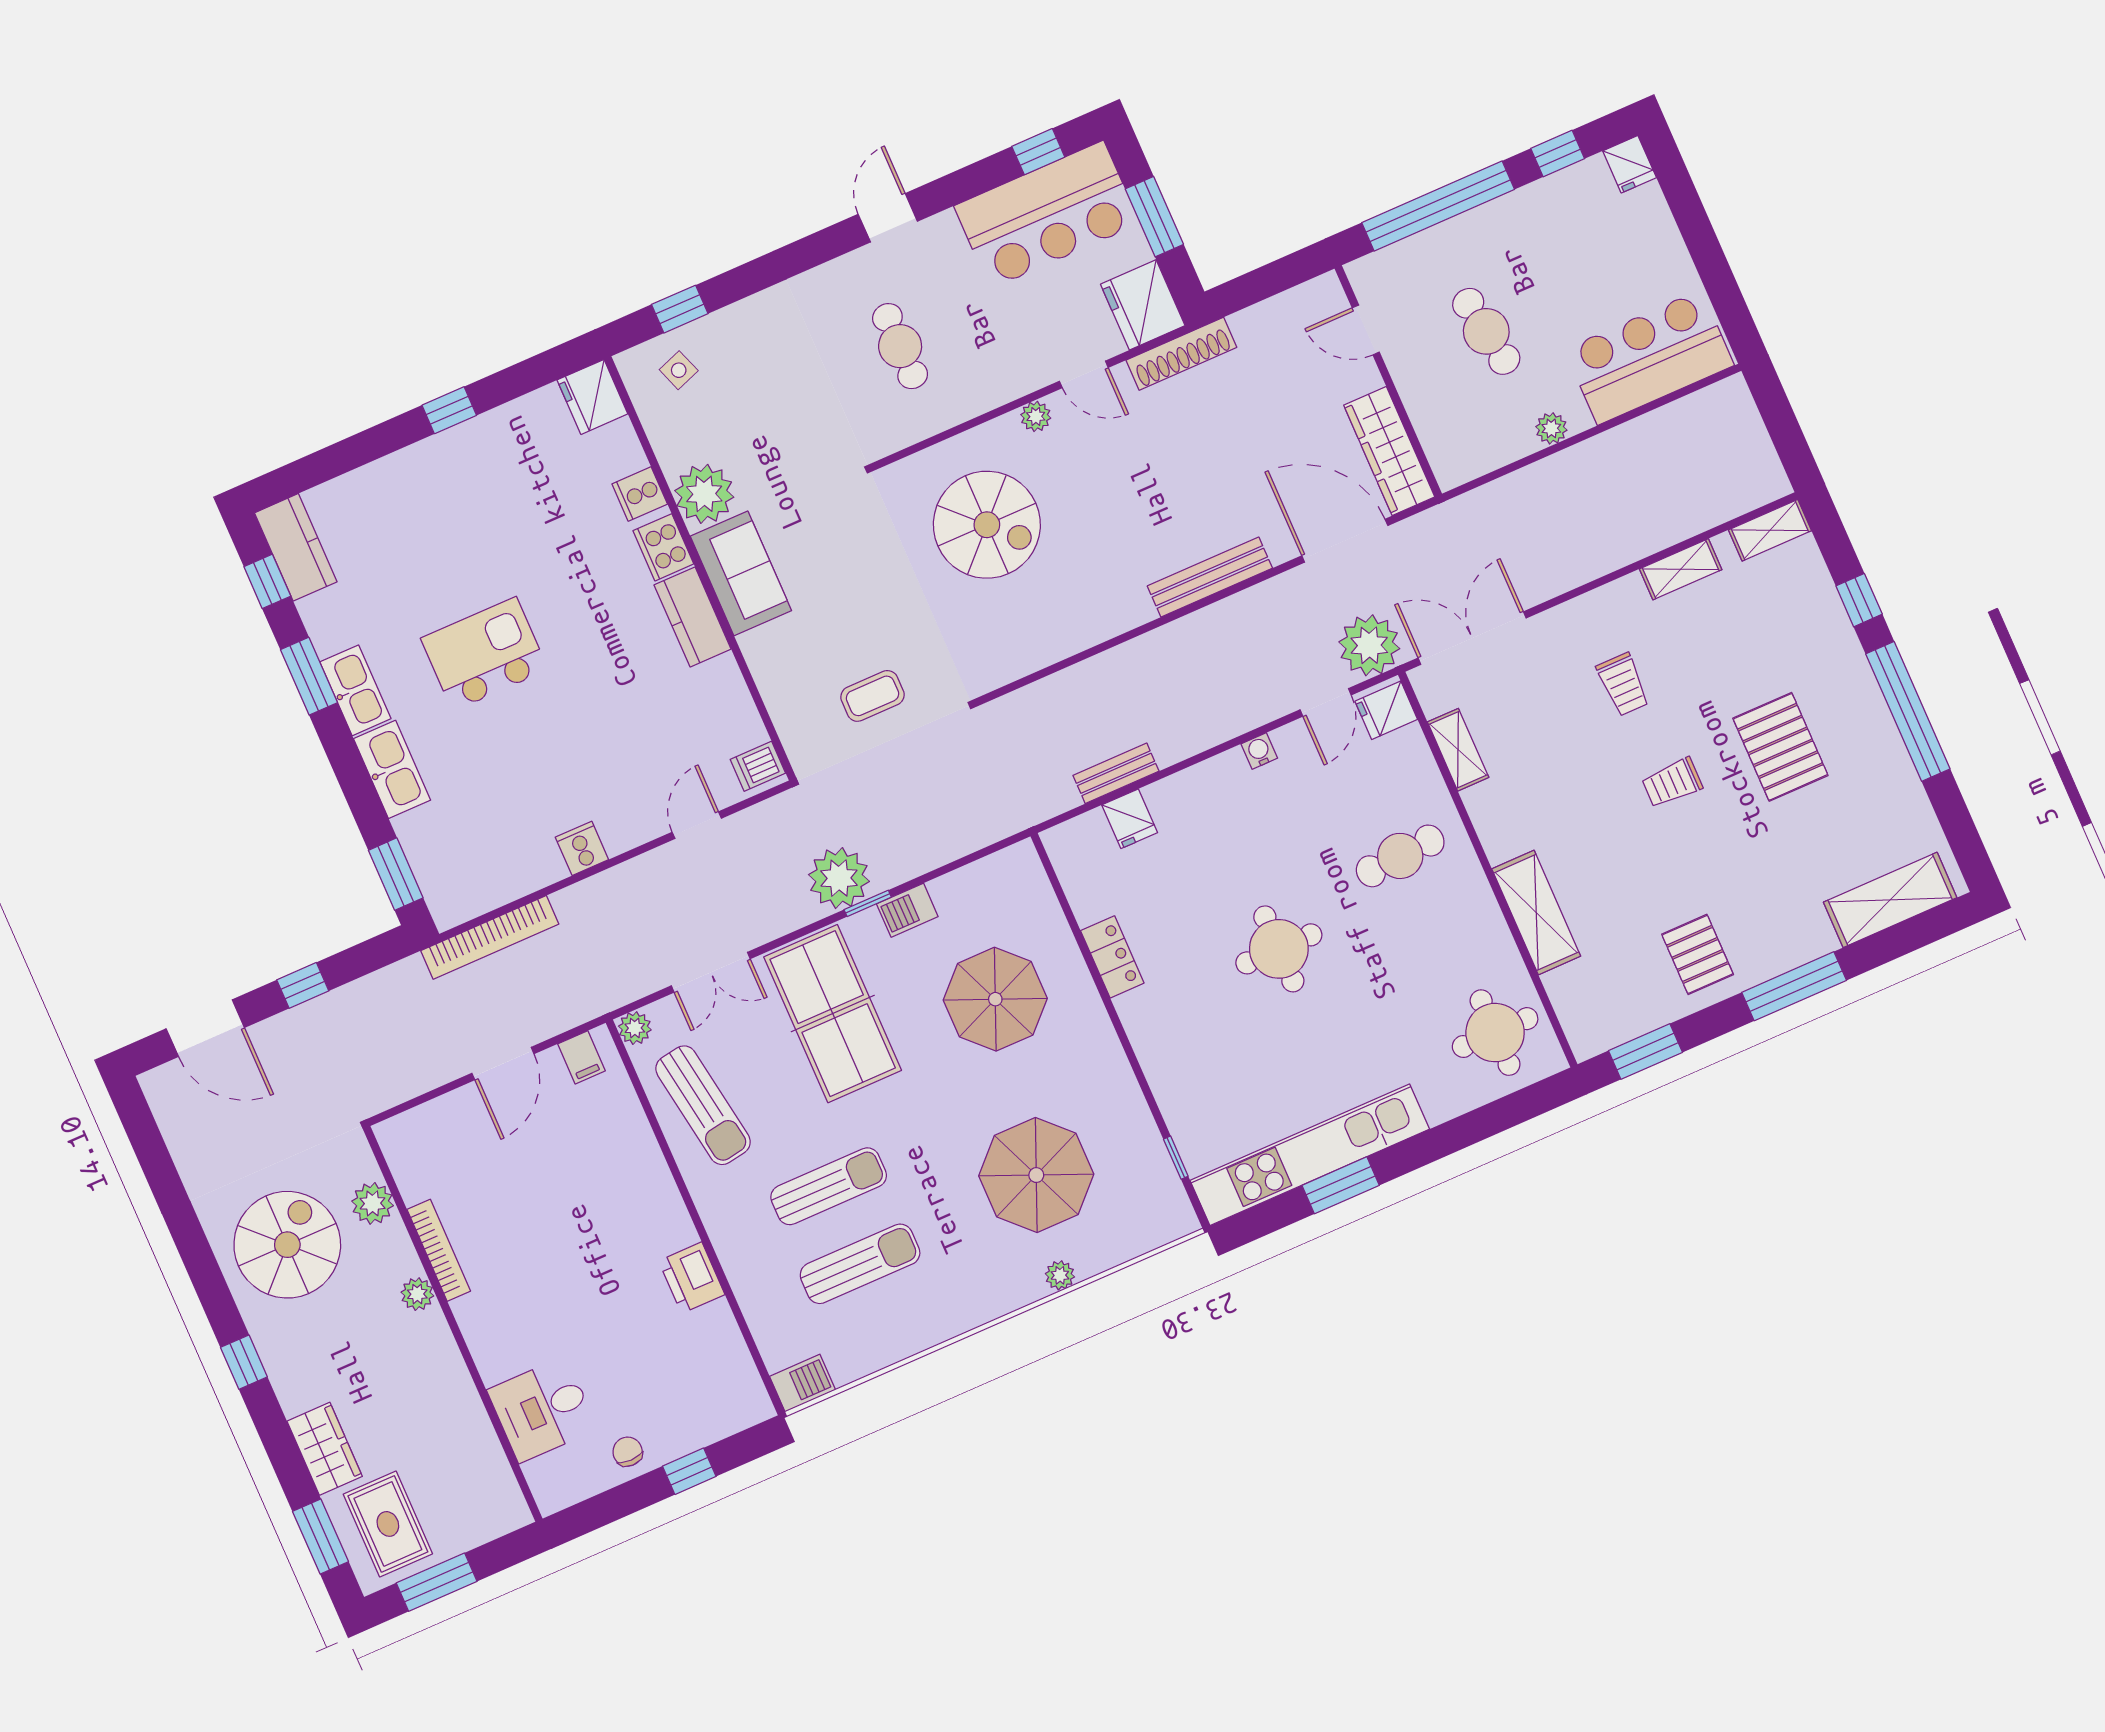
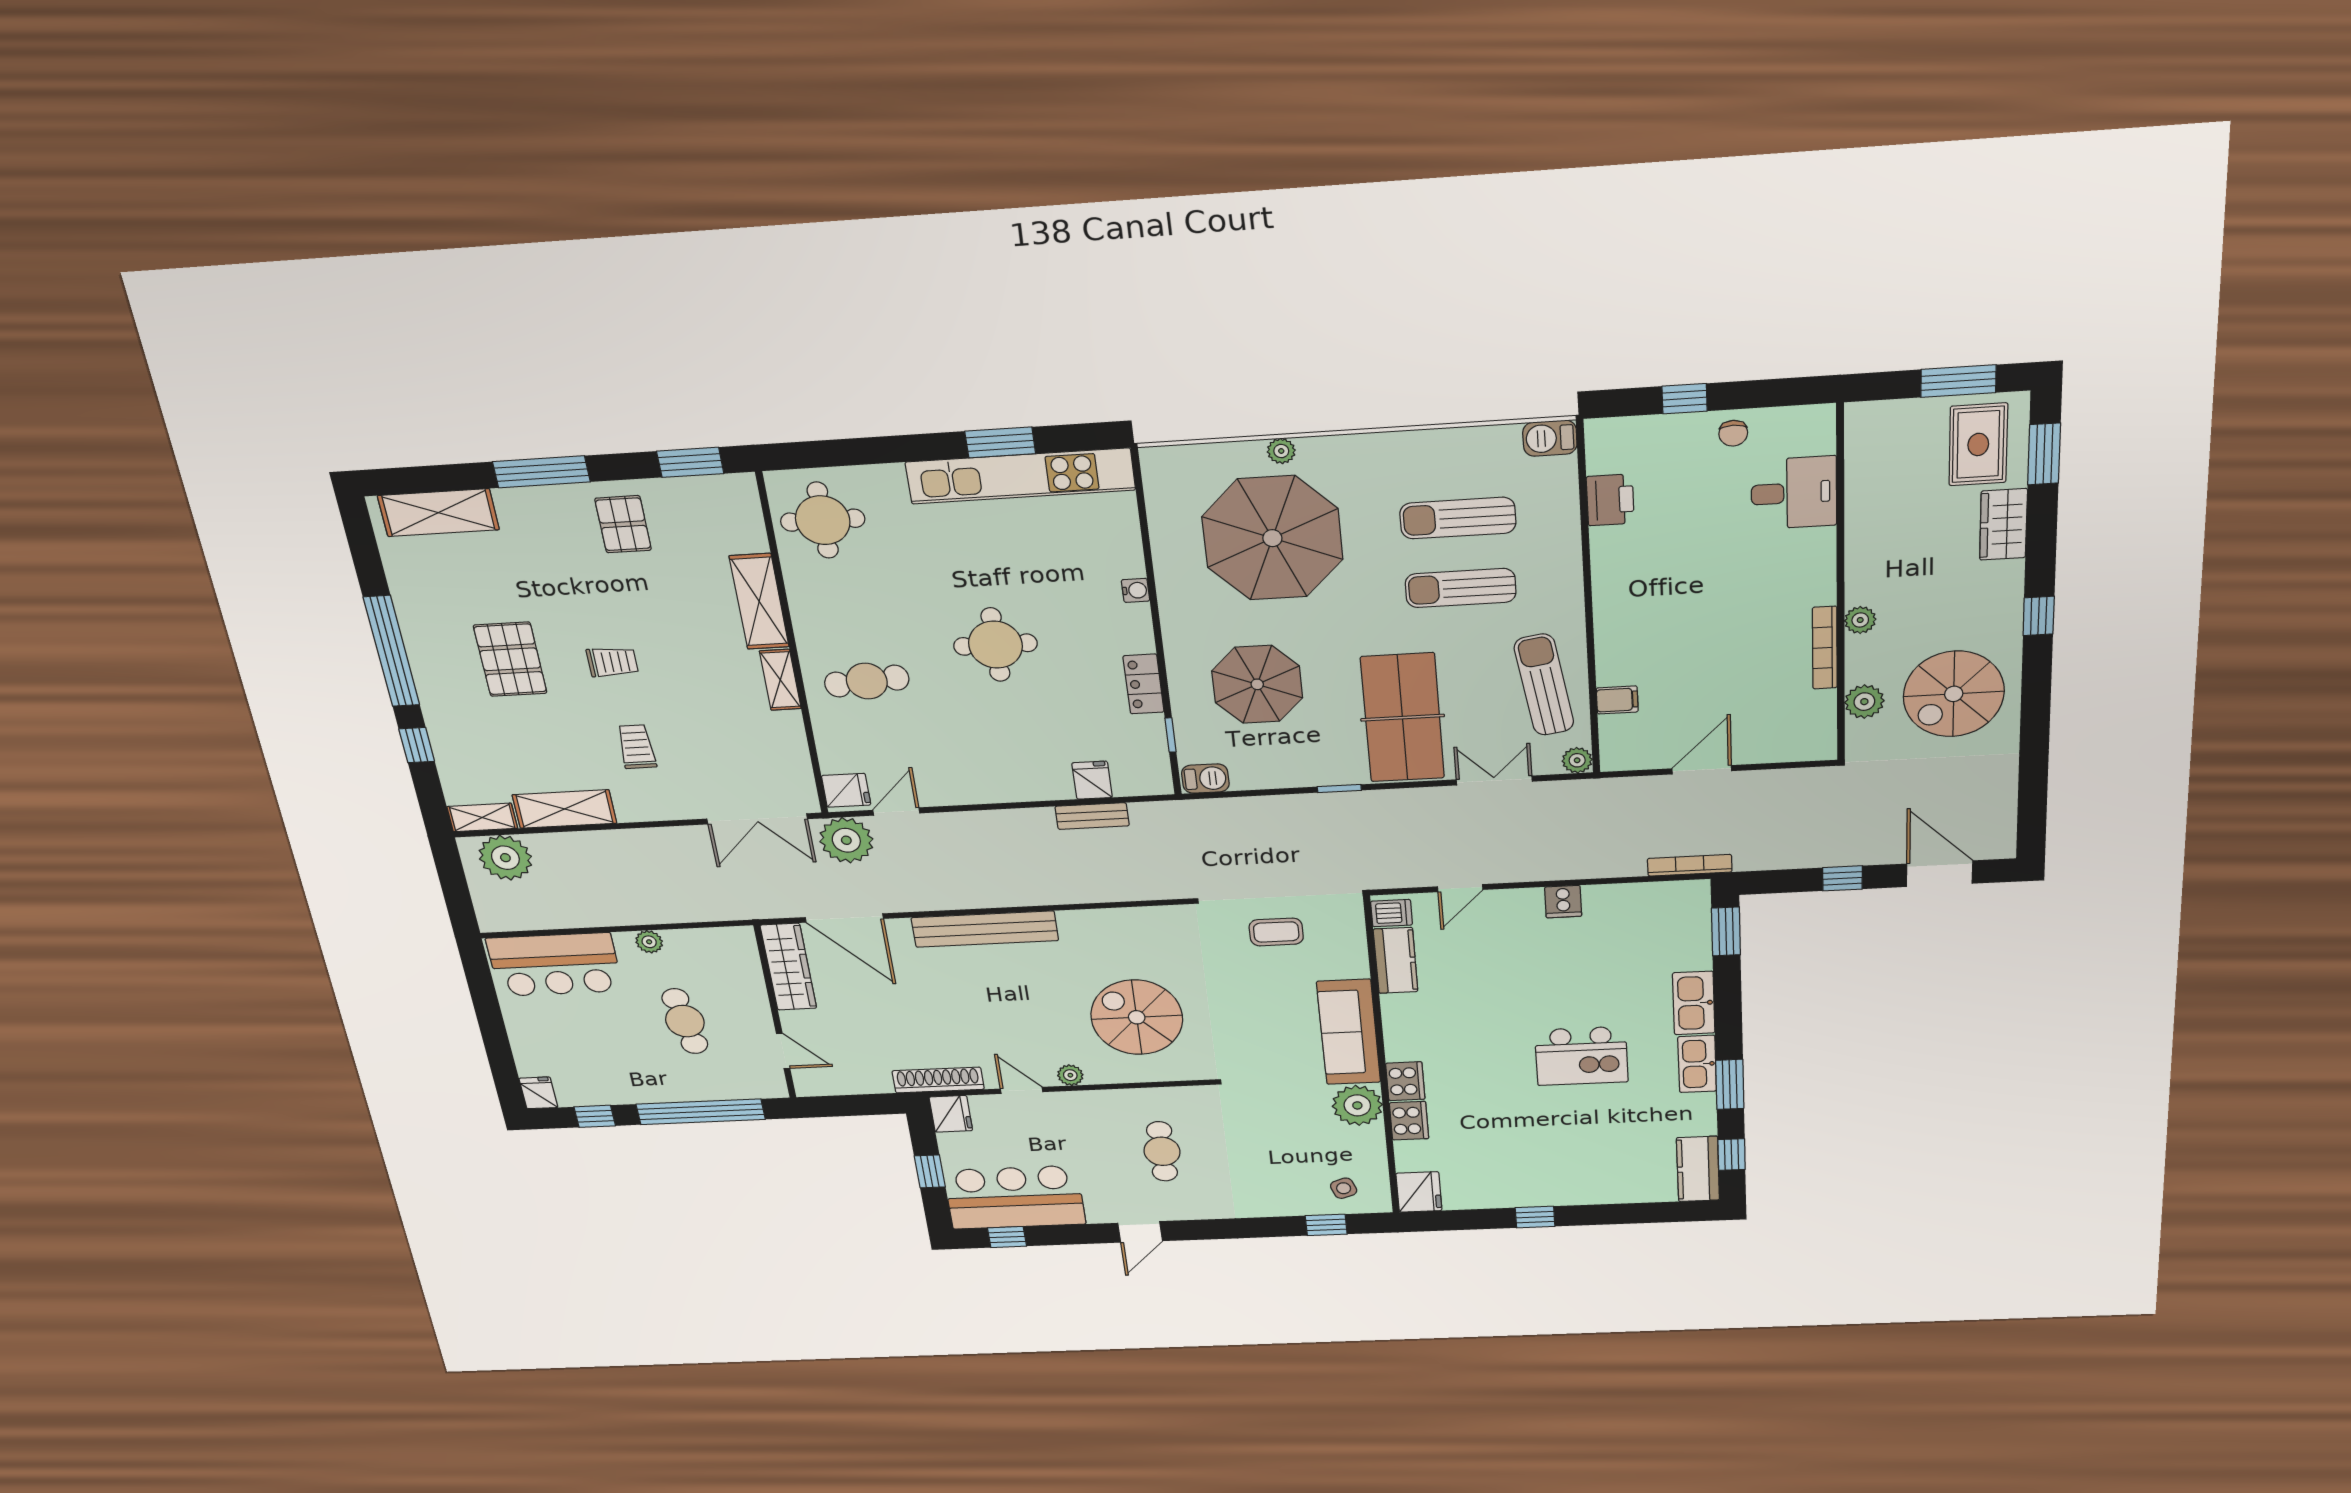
window: (1154, 217) -> (930, 1171), width x0.67
fridge: (1143, 305) -> (951, 1114), width x0.73, depth x0.75
cooker: (640, 494) -> (1409, 1121), width x1.36
shelving: (1681, 569) -> (564, 809), width x1.50, depth x1.33
sofa: (741, 573) -> (1349, 1032), width x1.36
bench: (1210, 577) -> (985, 929), width x1.37, depth x1.21
kitchen counter: (693, 617) -> (1396, 960), moved
shelving: (1458, 750) -> (780, 680), moved
water cooler: (1259, 751) -> (1136, 590), moved, turned -90
plant: (839, 878) -> (505, 858), moved
barbecue: (907, 910) -> (1205, 779), moved
bookcase: (490, 937) -> (1690, 865), width x0.68, depth x0.76
filing cabinet: (581, 1057) -> (1617, 700), moved, turned 90
window: (1176, 1158) -> (1171, 735), moved
parasol: (1036, 1175) -> (1272, 538), width x1.36, depth x1.36
printer: (692, 1278) -> (1610, 500), moved

